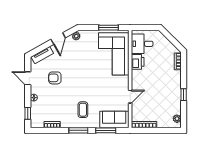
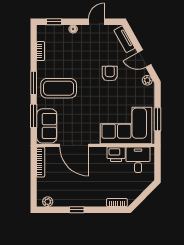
armchair: (55, 78) -> (110, 74), moved
door: (130, 97) -> (74, 145), width x1.87
coffee table: (83, 110) -> (59, 88), width x1.86, depth x1.72

